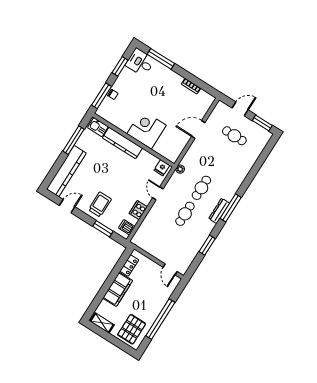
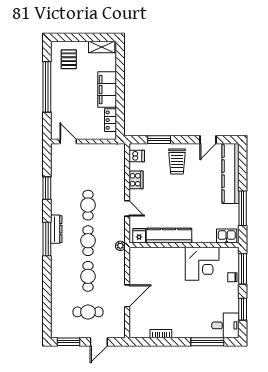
corner desk: (147, 130) -> (202, 264), moved
kitchen counter: (122, 143) -> (169, 236), moved
cafe table: (218, 162) -> (88, 276), added
pallet: (132, 329) -> (69, 59), width x0.67, depth x0.71

